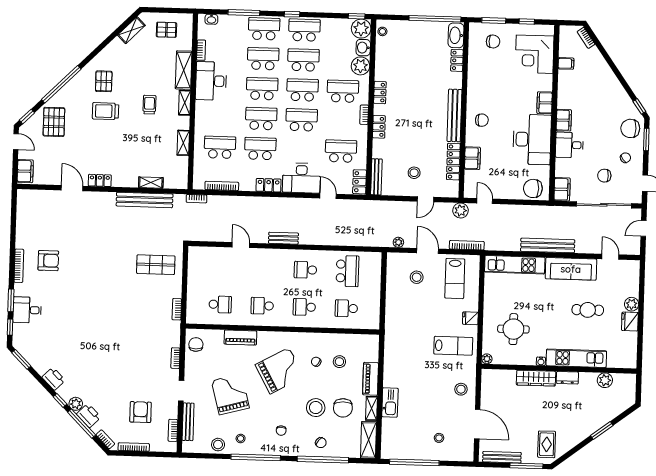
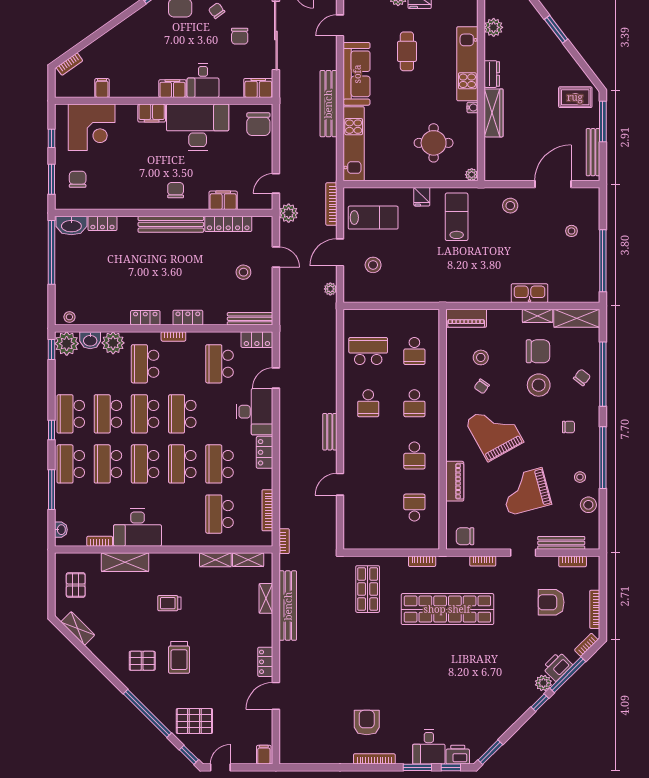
shelving: (185, 103) -> (248, 560), moved
filing cabinet: (25, 171) -> (264, 755), width x0.50
shop shelf: (138, 328) -> (447, 609), added
printer: (54, 379) -> (458, 755), moved, turned 45
piano: (371, 379) -> (466, 318), moved

